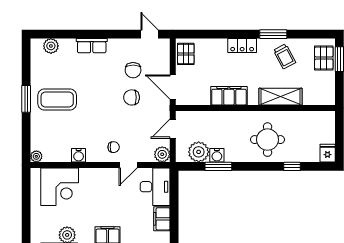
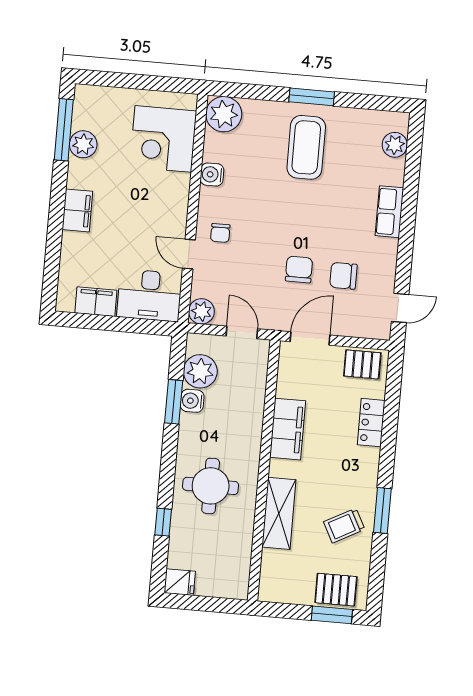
locker: (242, 46) -> (371, 423), moved
plant: (36, 156) -> (224, 114), width x1.88, depth x1.88

